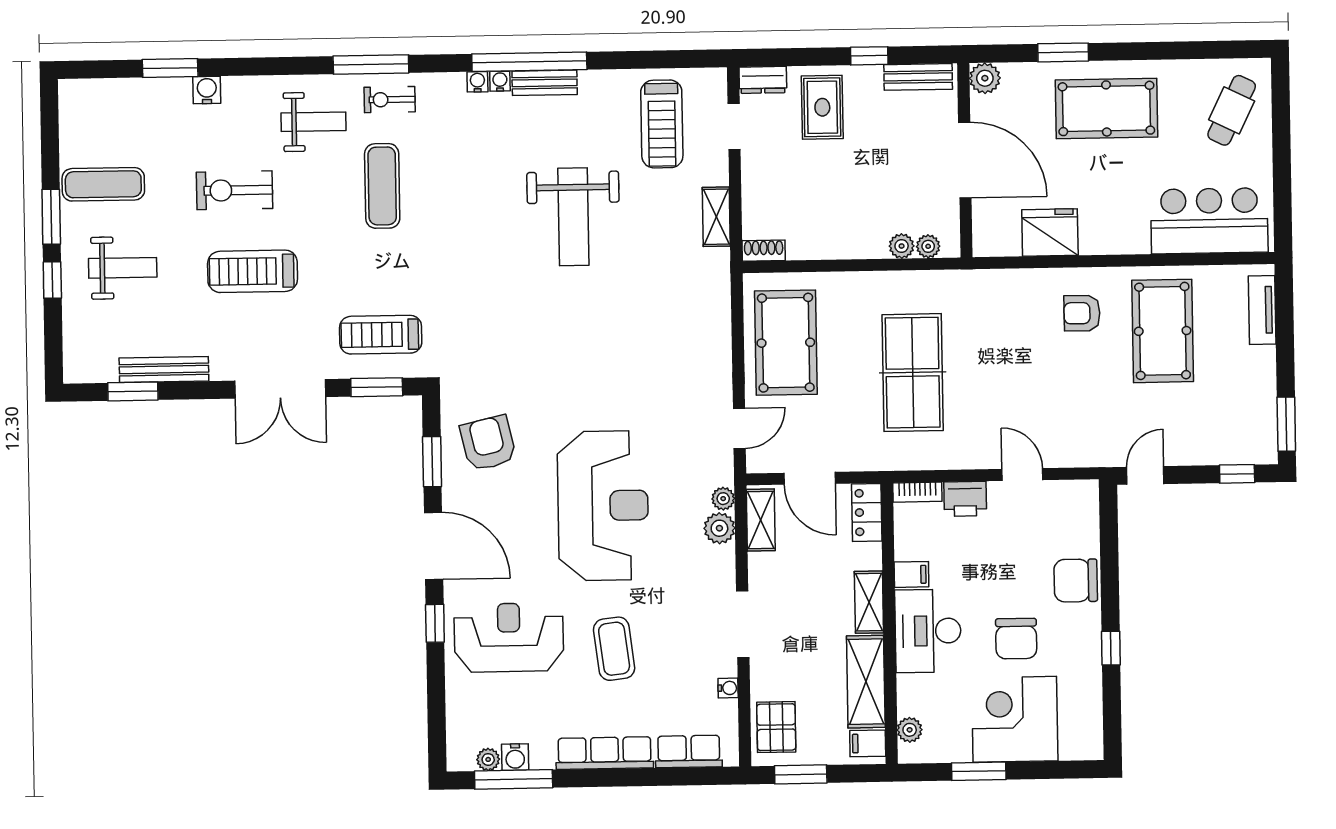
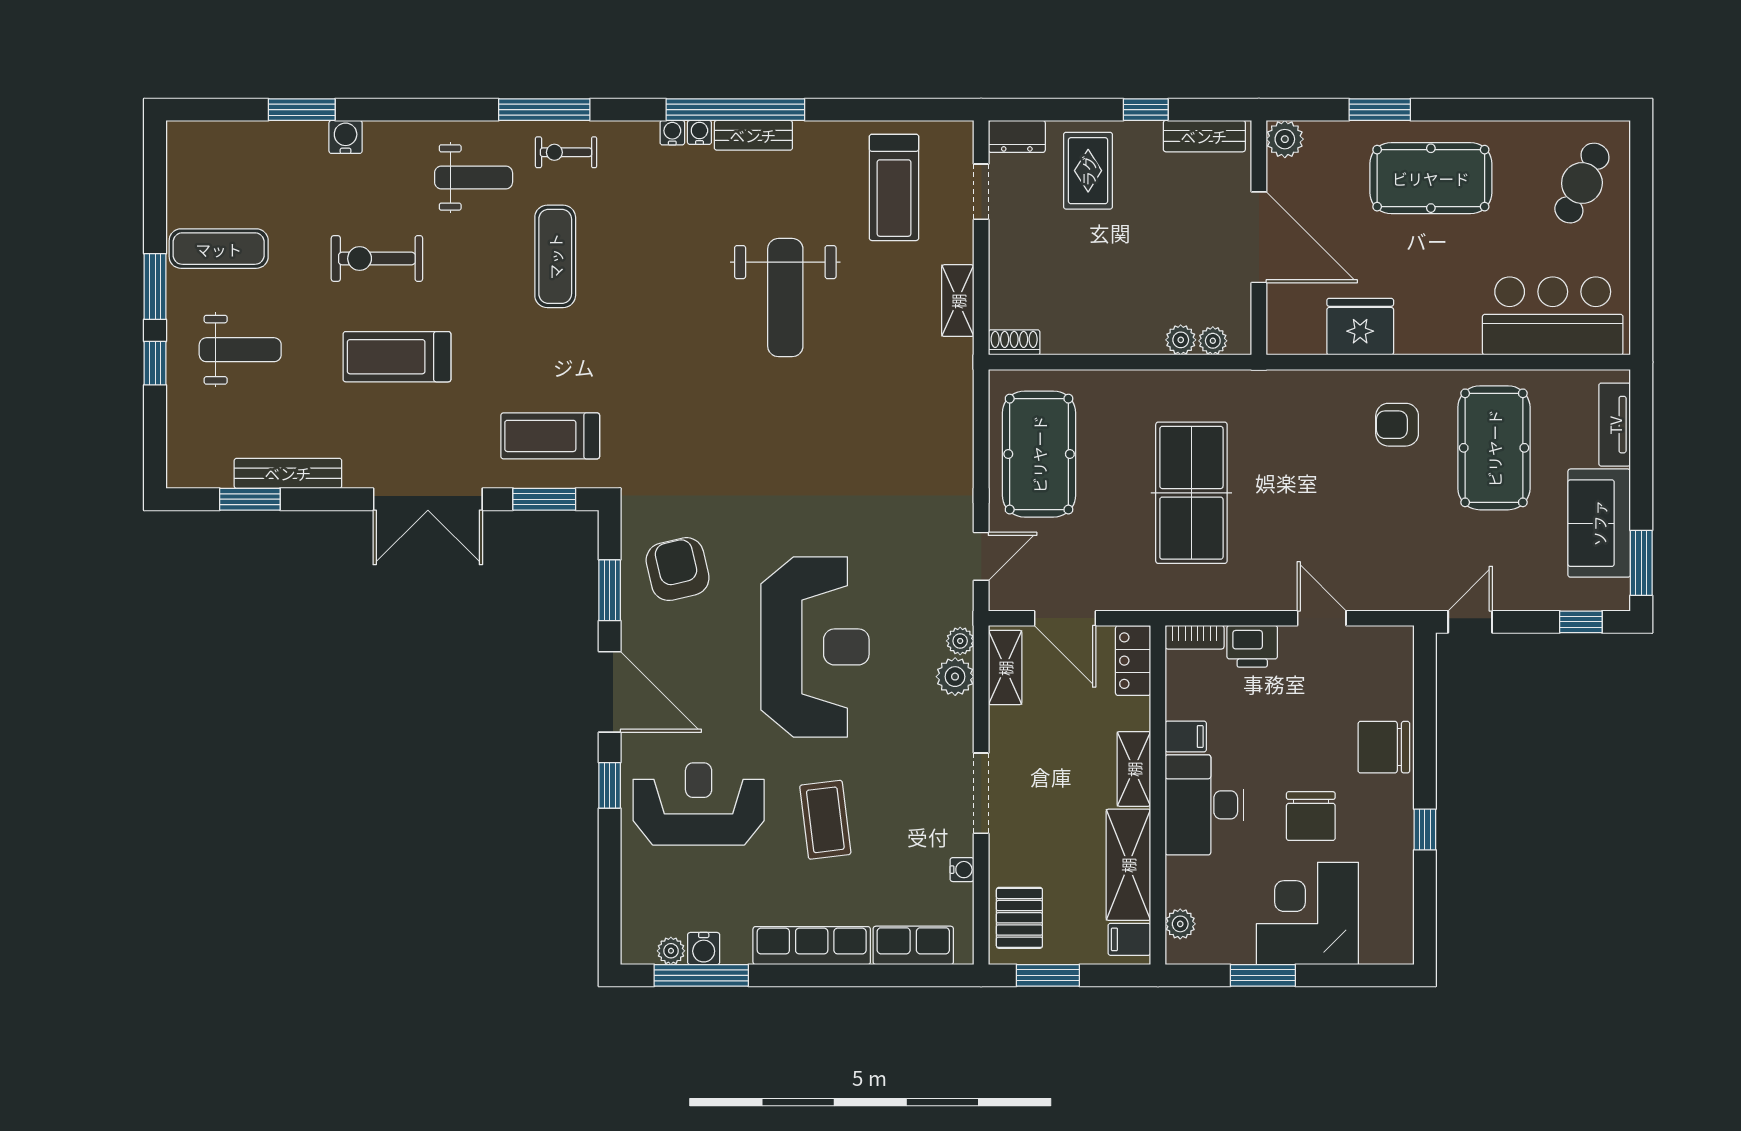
sofa: (1251, 392) -> (1599, 523), added

